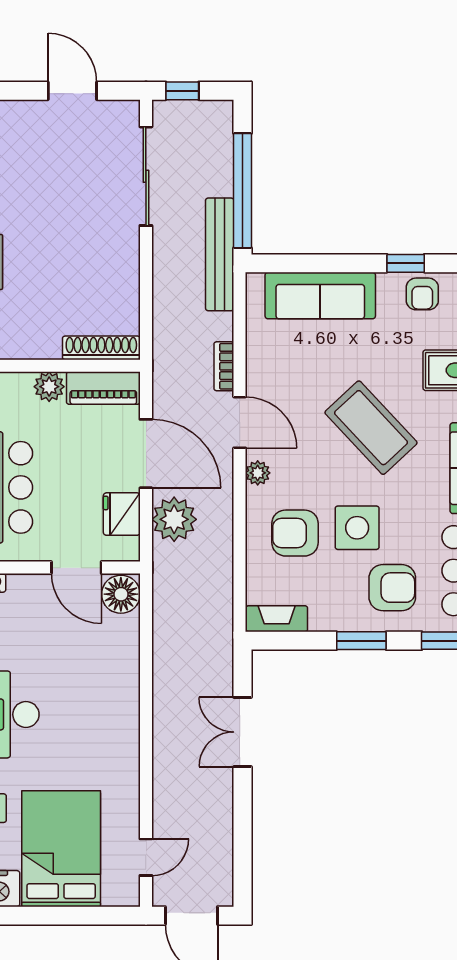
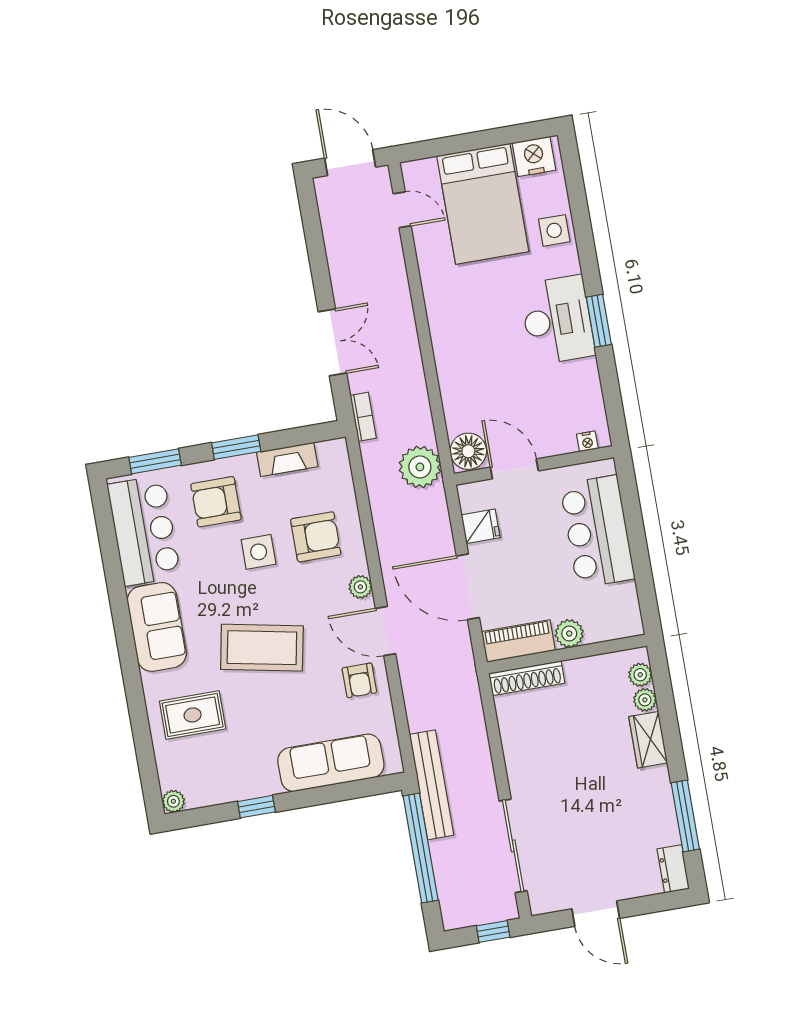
armchair: (422, 294) -> (359, 680), moved, turned 180
bookcase: (224, 366) -> (363, 417), moved
coffee table: (371, 428) -> (262, 648), turned -36
fridge: (122, 514) -> (481, 526), width x0.72
plant: (174, 519) -> (420, 467), moved
side table: (357, 528) -> (259, 552), width x0.73, depth x0.73
fireplace: (277, 619) -> (287, 459), moved
door: (146, 857) -> (402, 210), swing flipped

